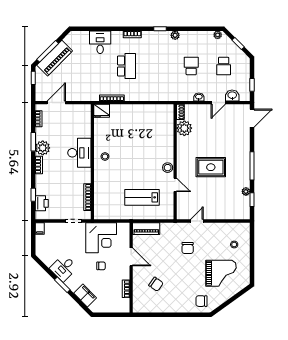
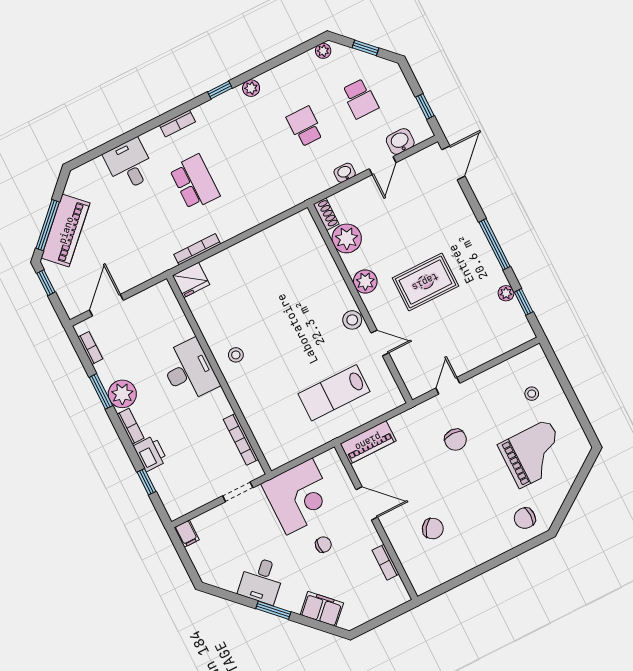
plant: (183, 153) -> (365, 281), added
printer: (42, 203) -> (150, 453), moved

